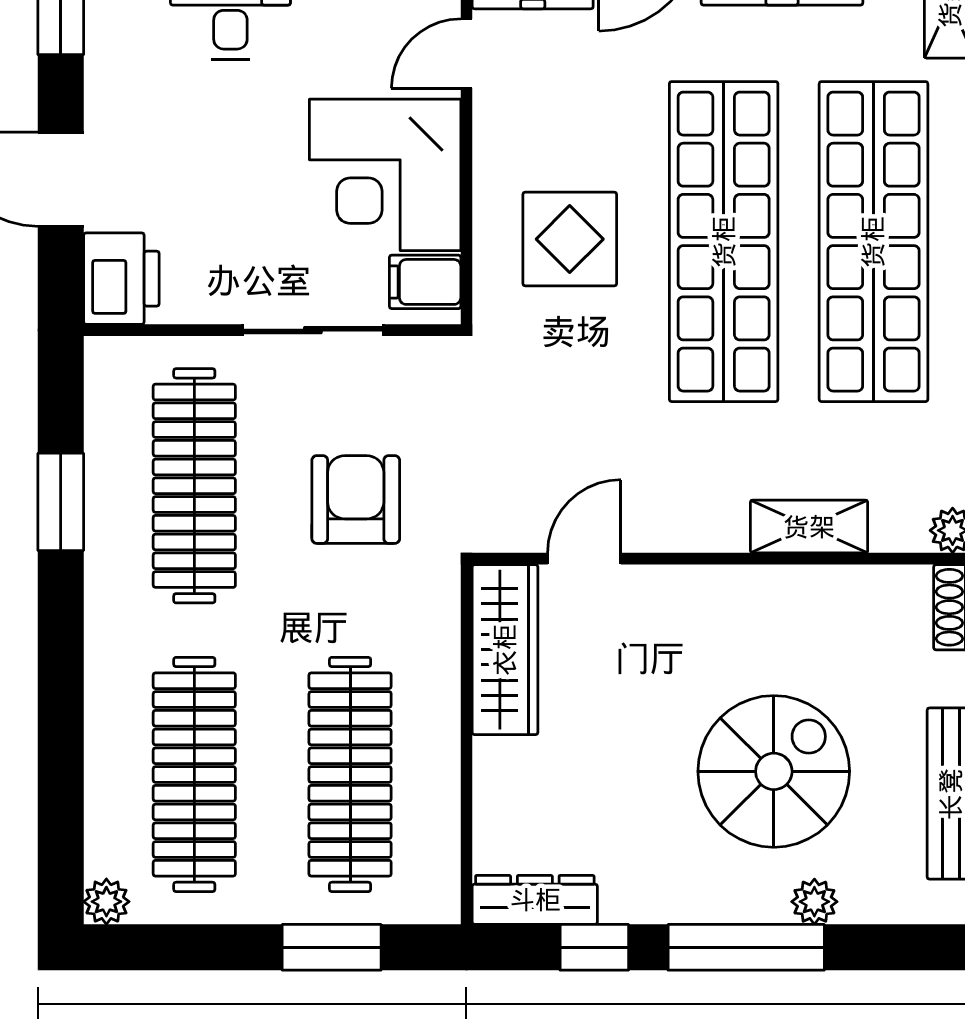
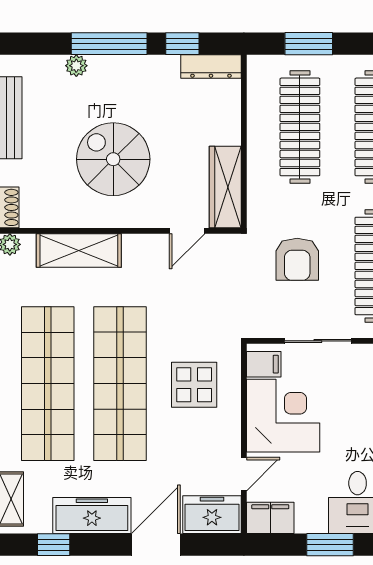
shelving: (809, 527) -> (79, 251), width x1.50, depth x1.33
spiral stairs: (774, 771) -> (113, 159), moved, turned 90

